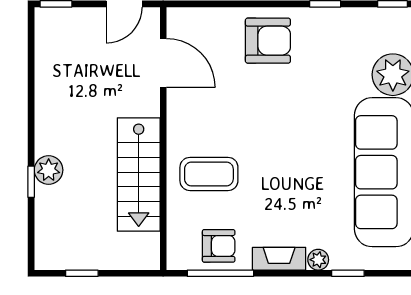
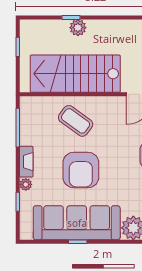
stairs: (139, 174) -> (75, 74), width x1.36, depth x1.51
coffee table: (209, 174) -> (76, 121), turned -54
armchair: (219, 246) -> (81, 170), moved, width x1.88, depth x1.88

